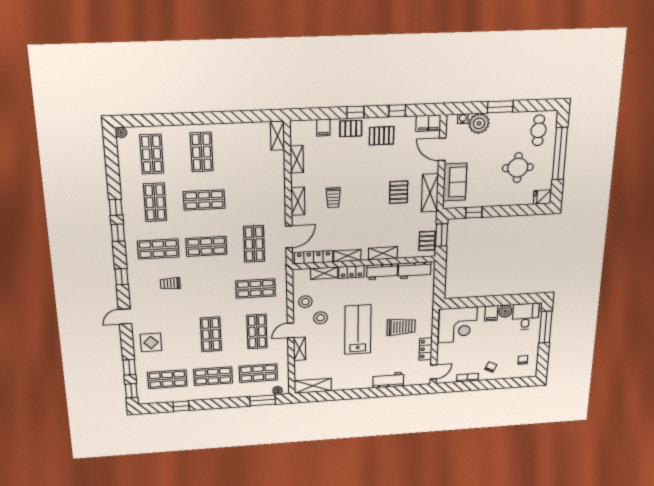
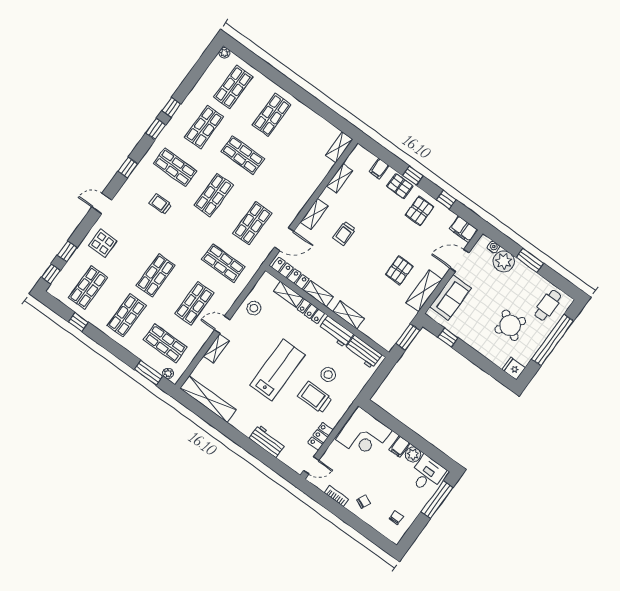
pallet: (382, 136) -> (420, 211), turned 90
door: (442, 149) -> (460, 261), hinge flipped
round table: (518, 168) -> (510, 325), turned 34
pallet: (427, 241) -> (392, 333), removed
shop shelf: (206, 246) -> (214, 195), turned 90
stool: (320, 318) -> (328, 375), moved
trolley: (401, 327) -> (315, 397), turned 180
shop shelf: (213, 376) -> (127, 315), turned 90
shop shelf: (167, 379) -> (88, 287), turned 90
shelving: (313, 386) -> (208, 399), width x1.47

